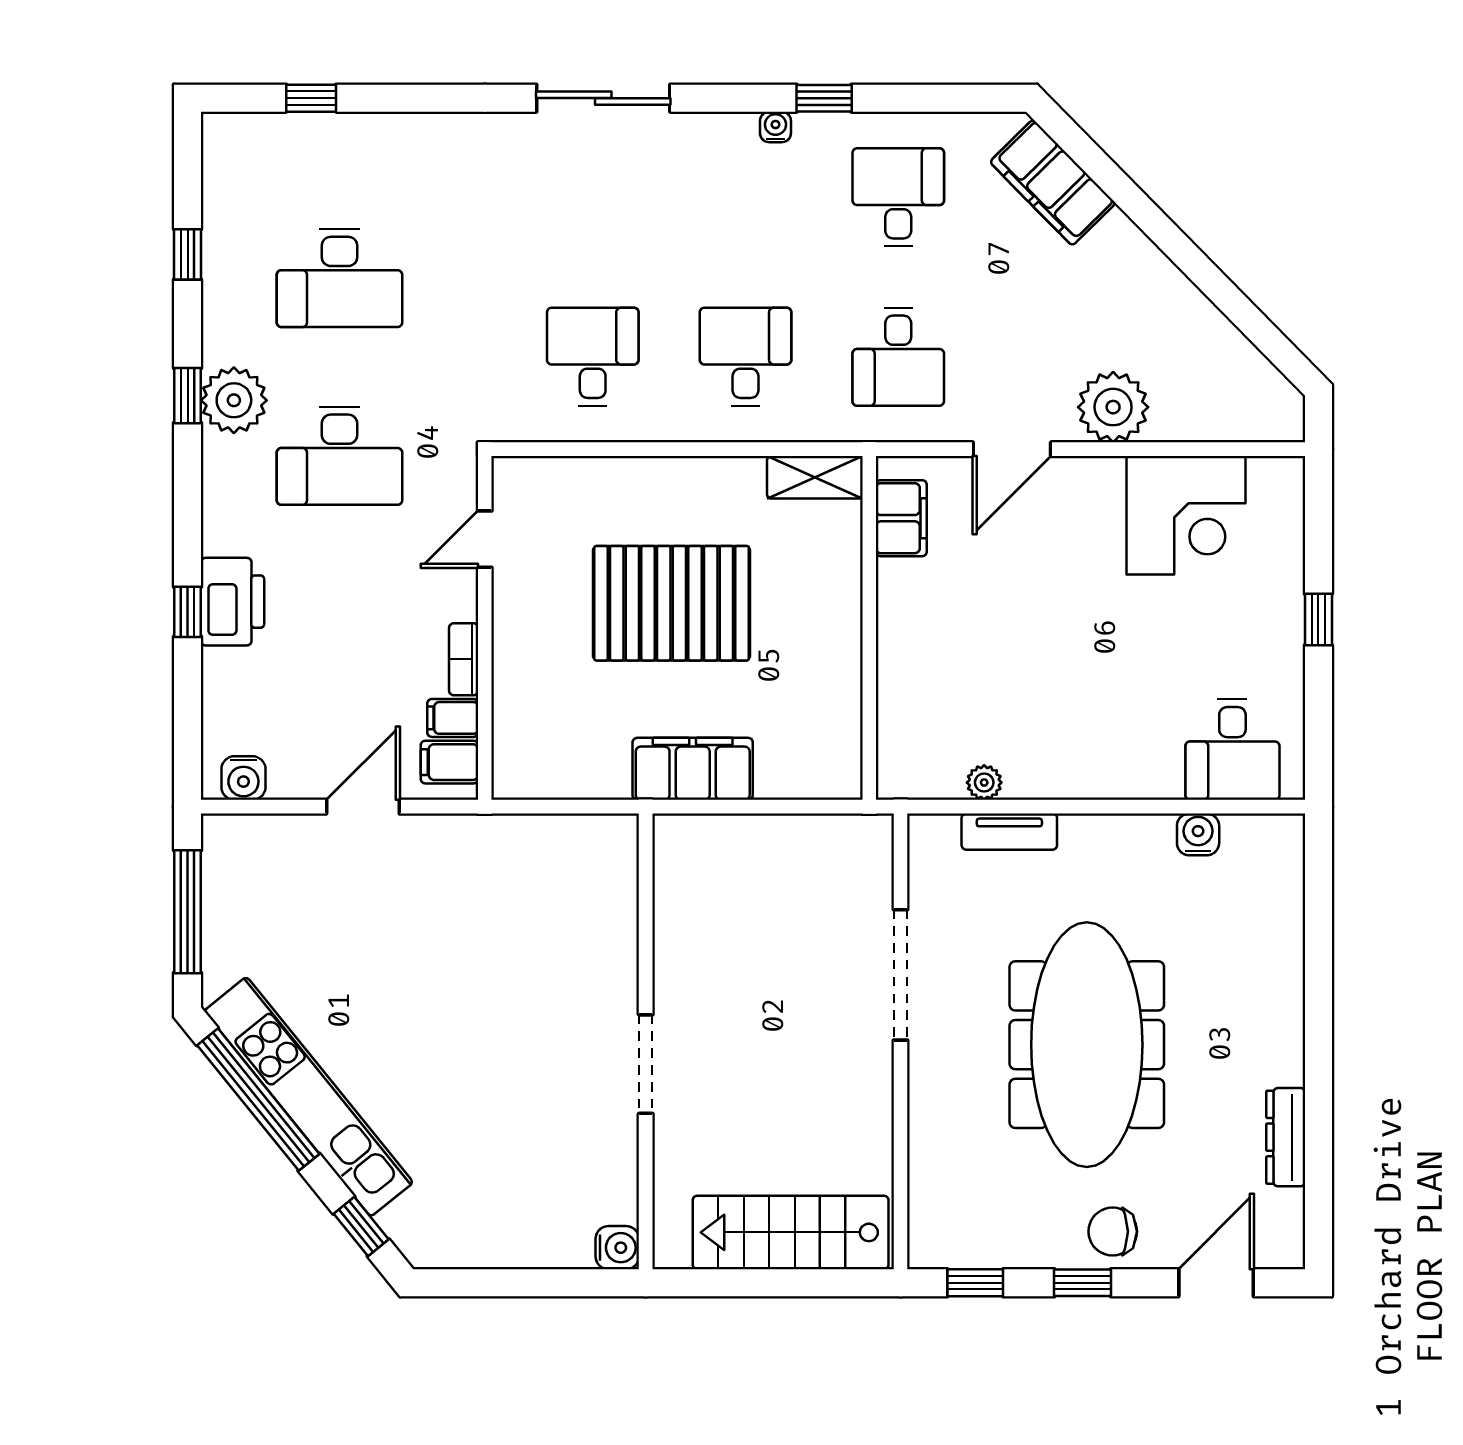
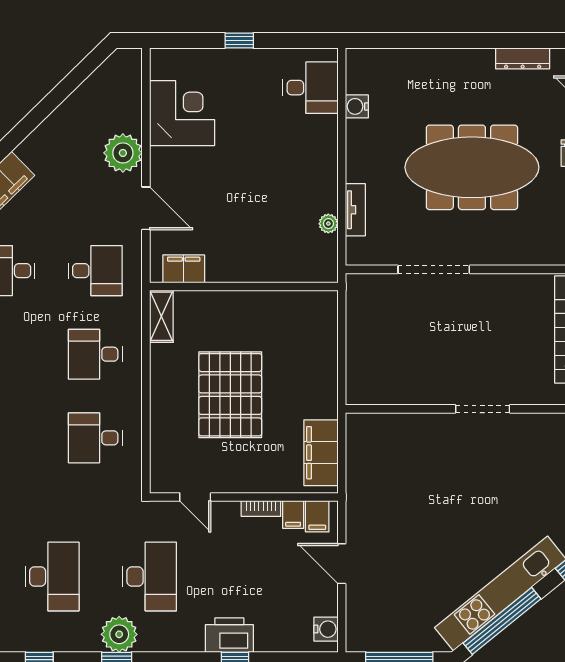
filing cabinet: (693, 769) -> (321, 453), moved

